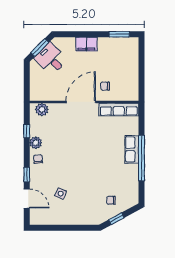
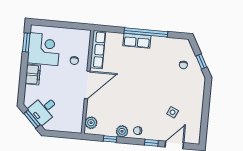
corner desk: (114, 53) -> (44, 49), added
door: (81, 102) -> (87, 85), swing flipped

